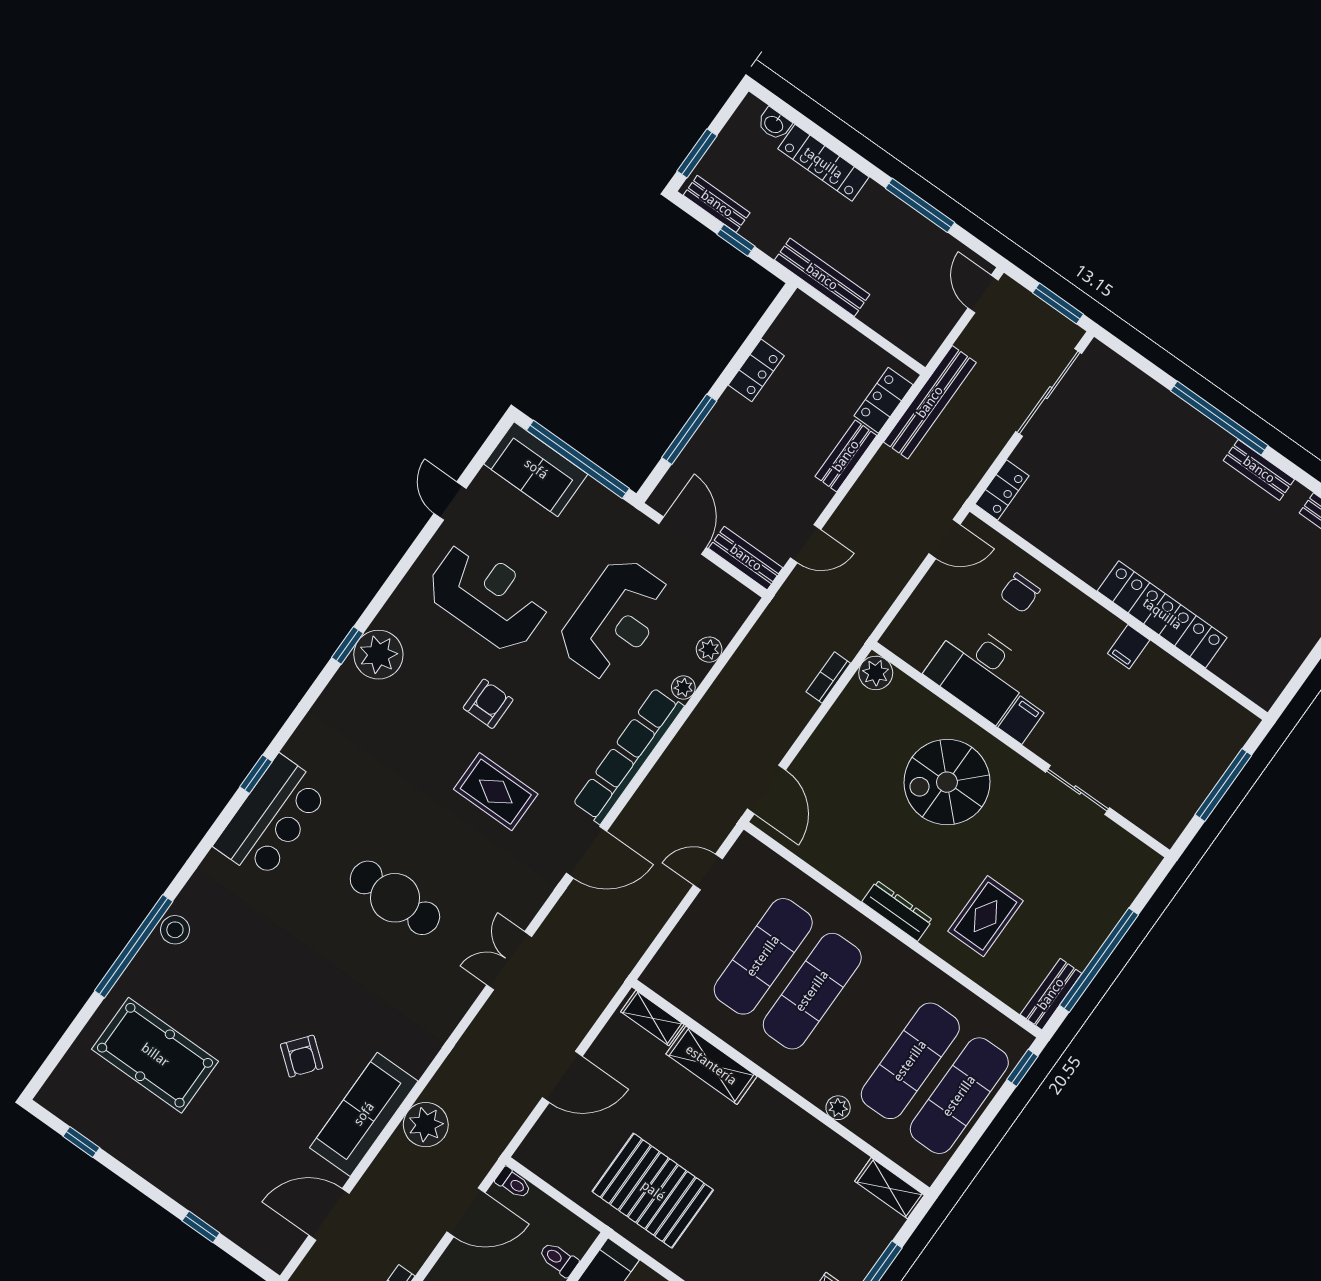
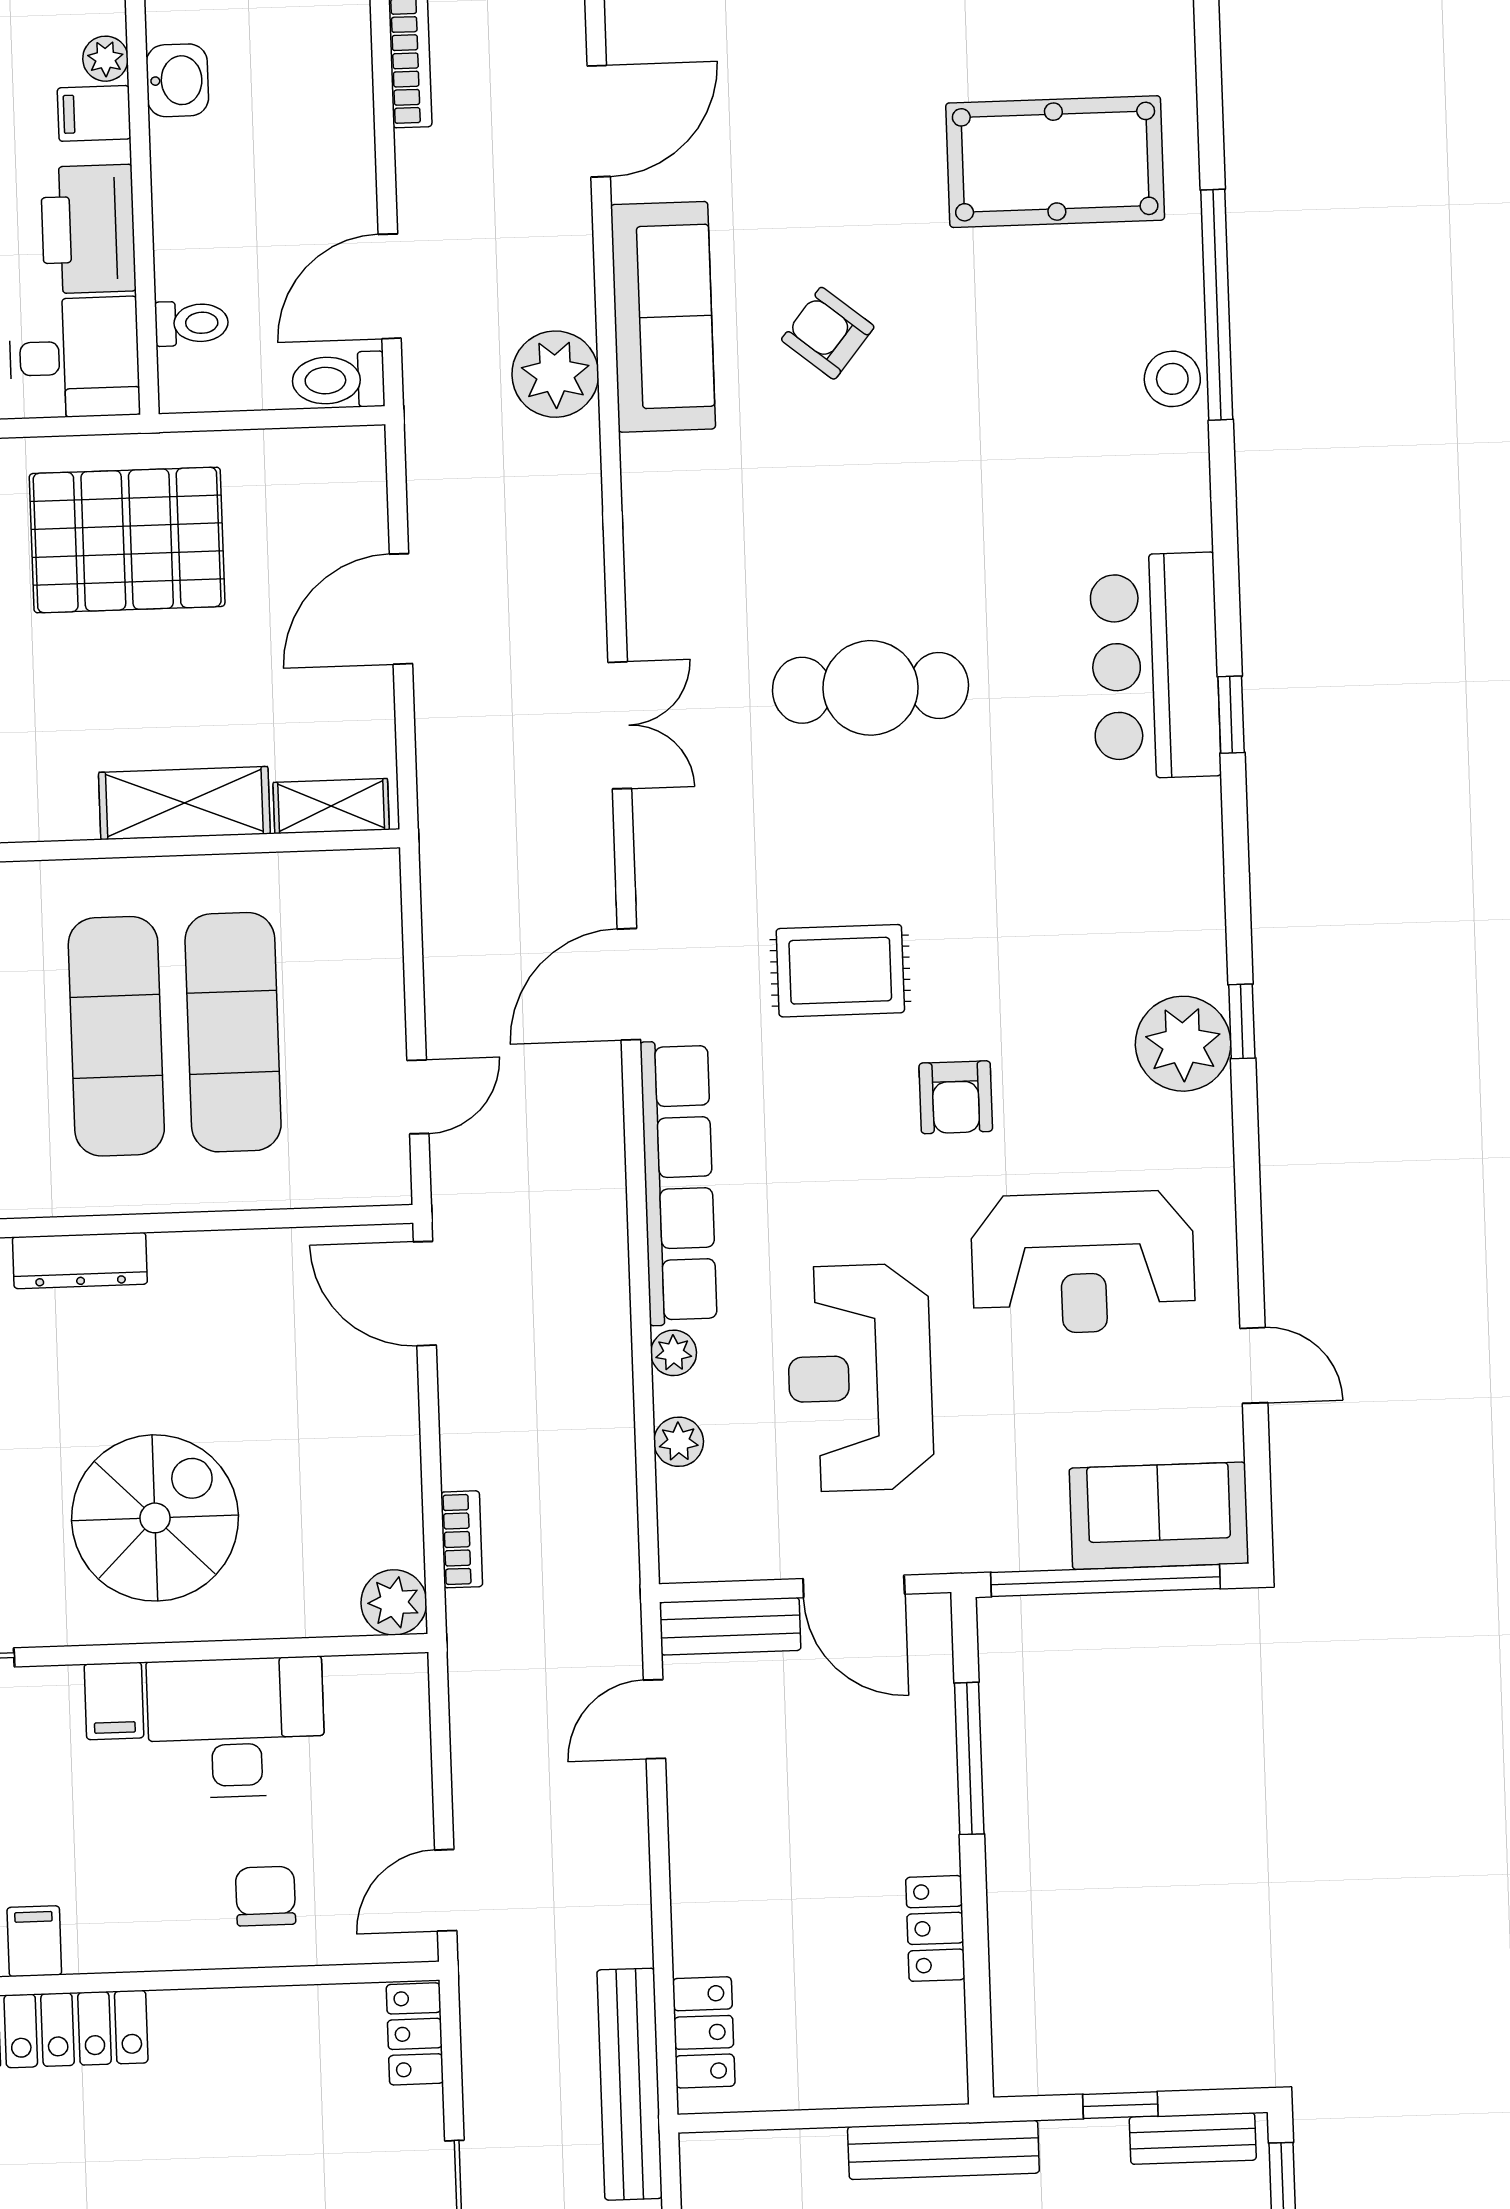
bench: (846, 456) -> (696, 1902), removed
toilet: (513, 1183) -> (338, 380), width x1.37, depth x1.39

